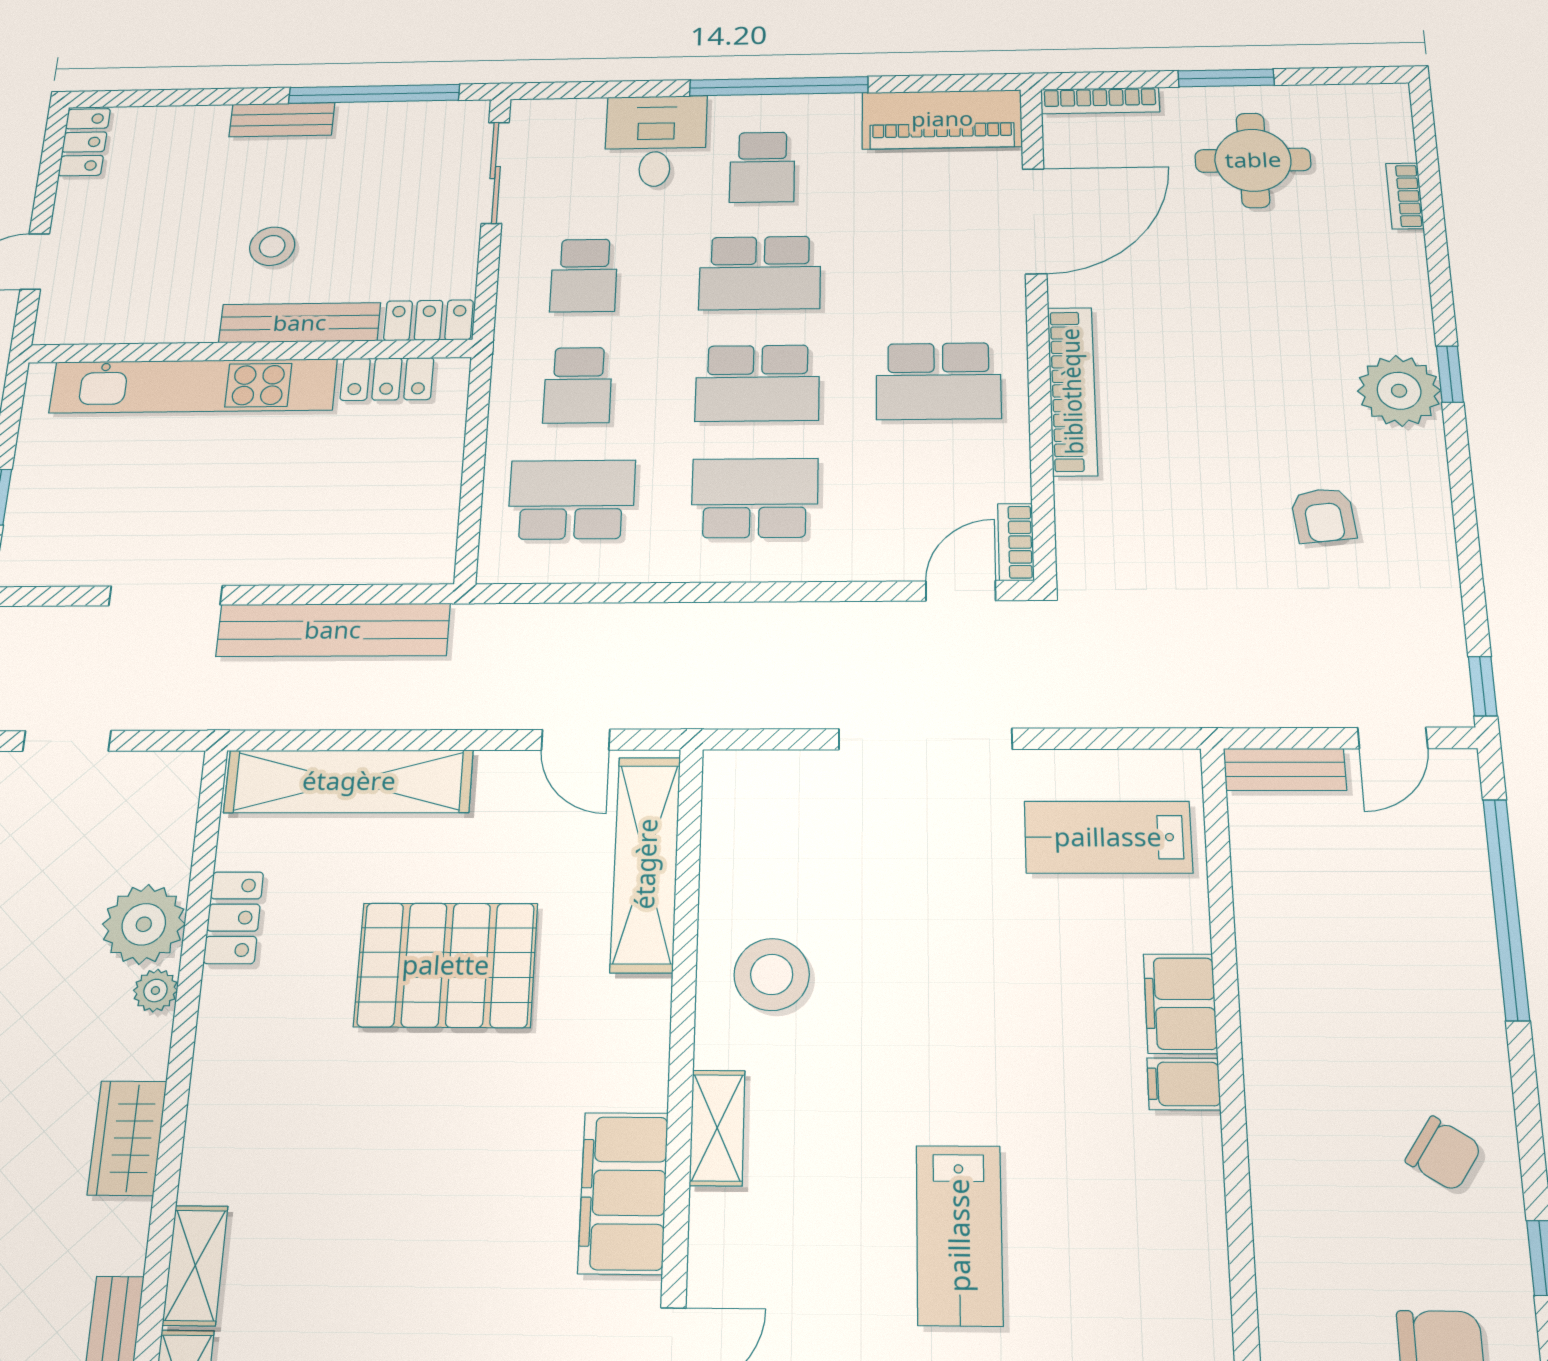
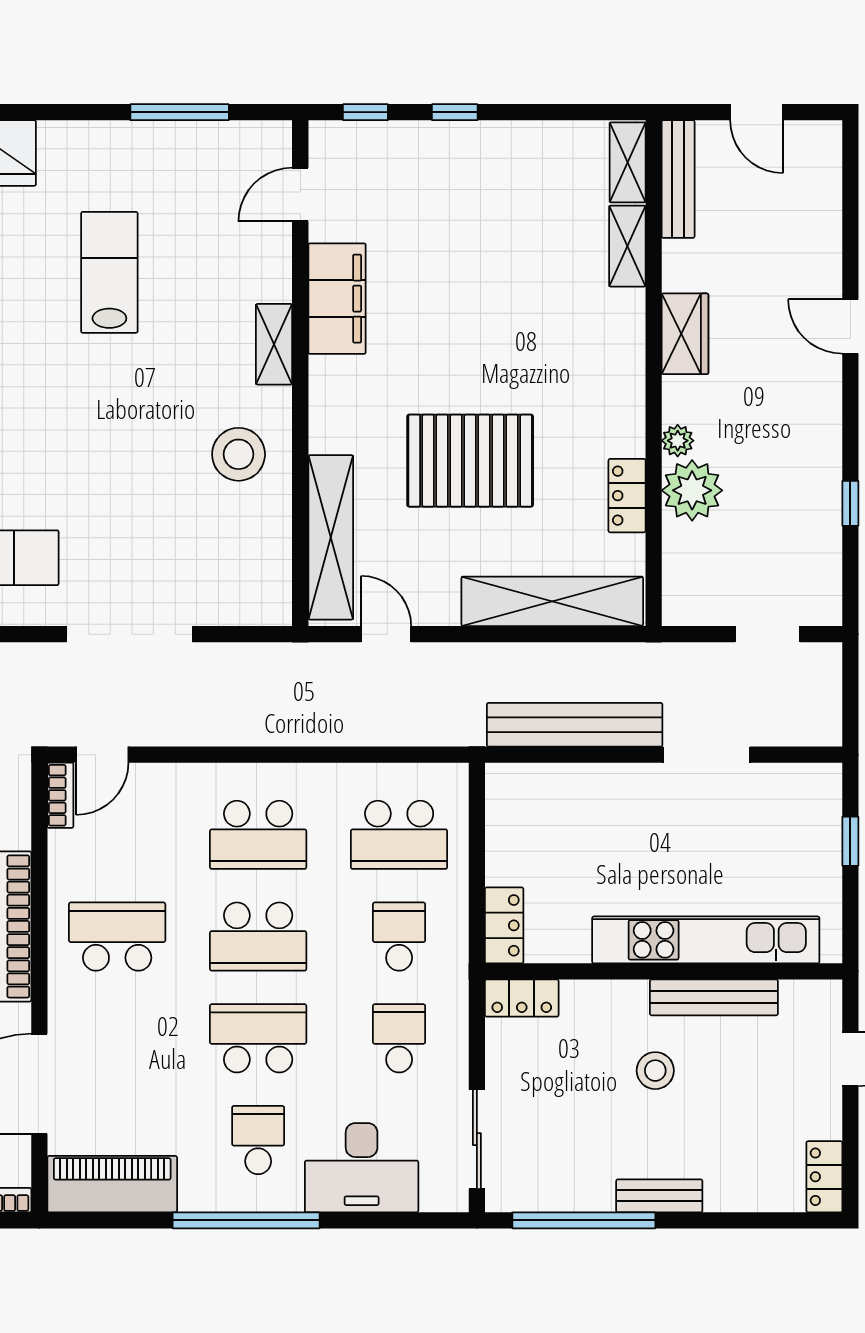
desk: (656, 141) -> (362, 1168), width x1.37
bench: (300, 323) -> (714, 997), moved
locker: (387, 379) -> (504, 925), moved, turned 90
school desk: (757, 383) -> (258, 937), turned 180

